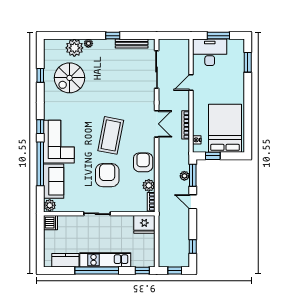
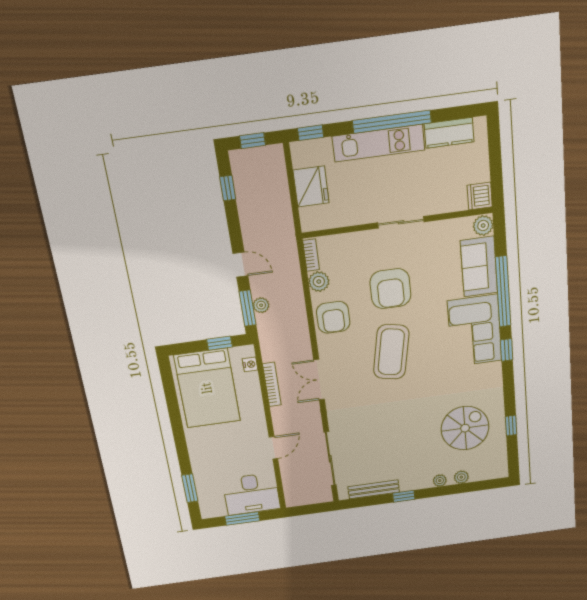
plant: (74, 48) -> (461, 477), width x0.53, depth x0.53
fridge: (144, 224) -> (311, 186), moved, turned 90

